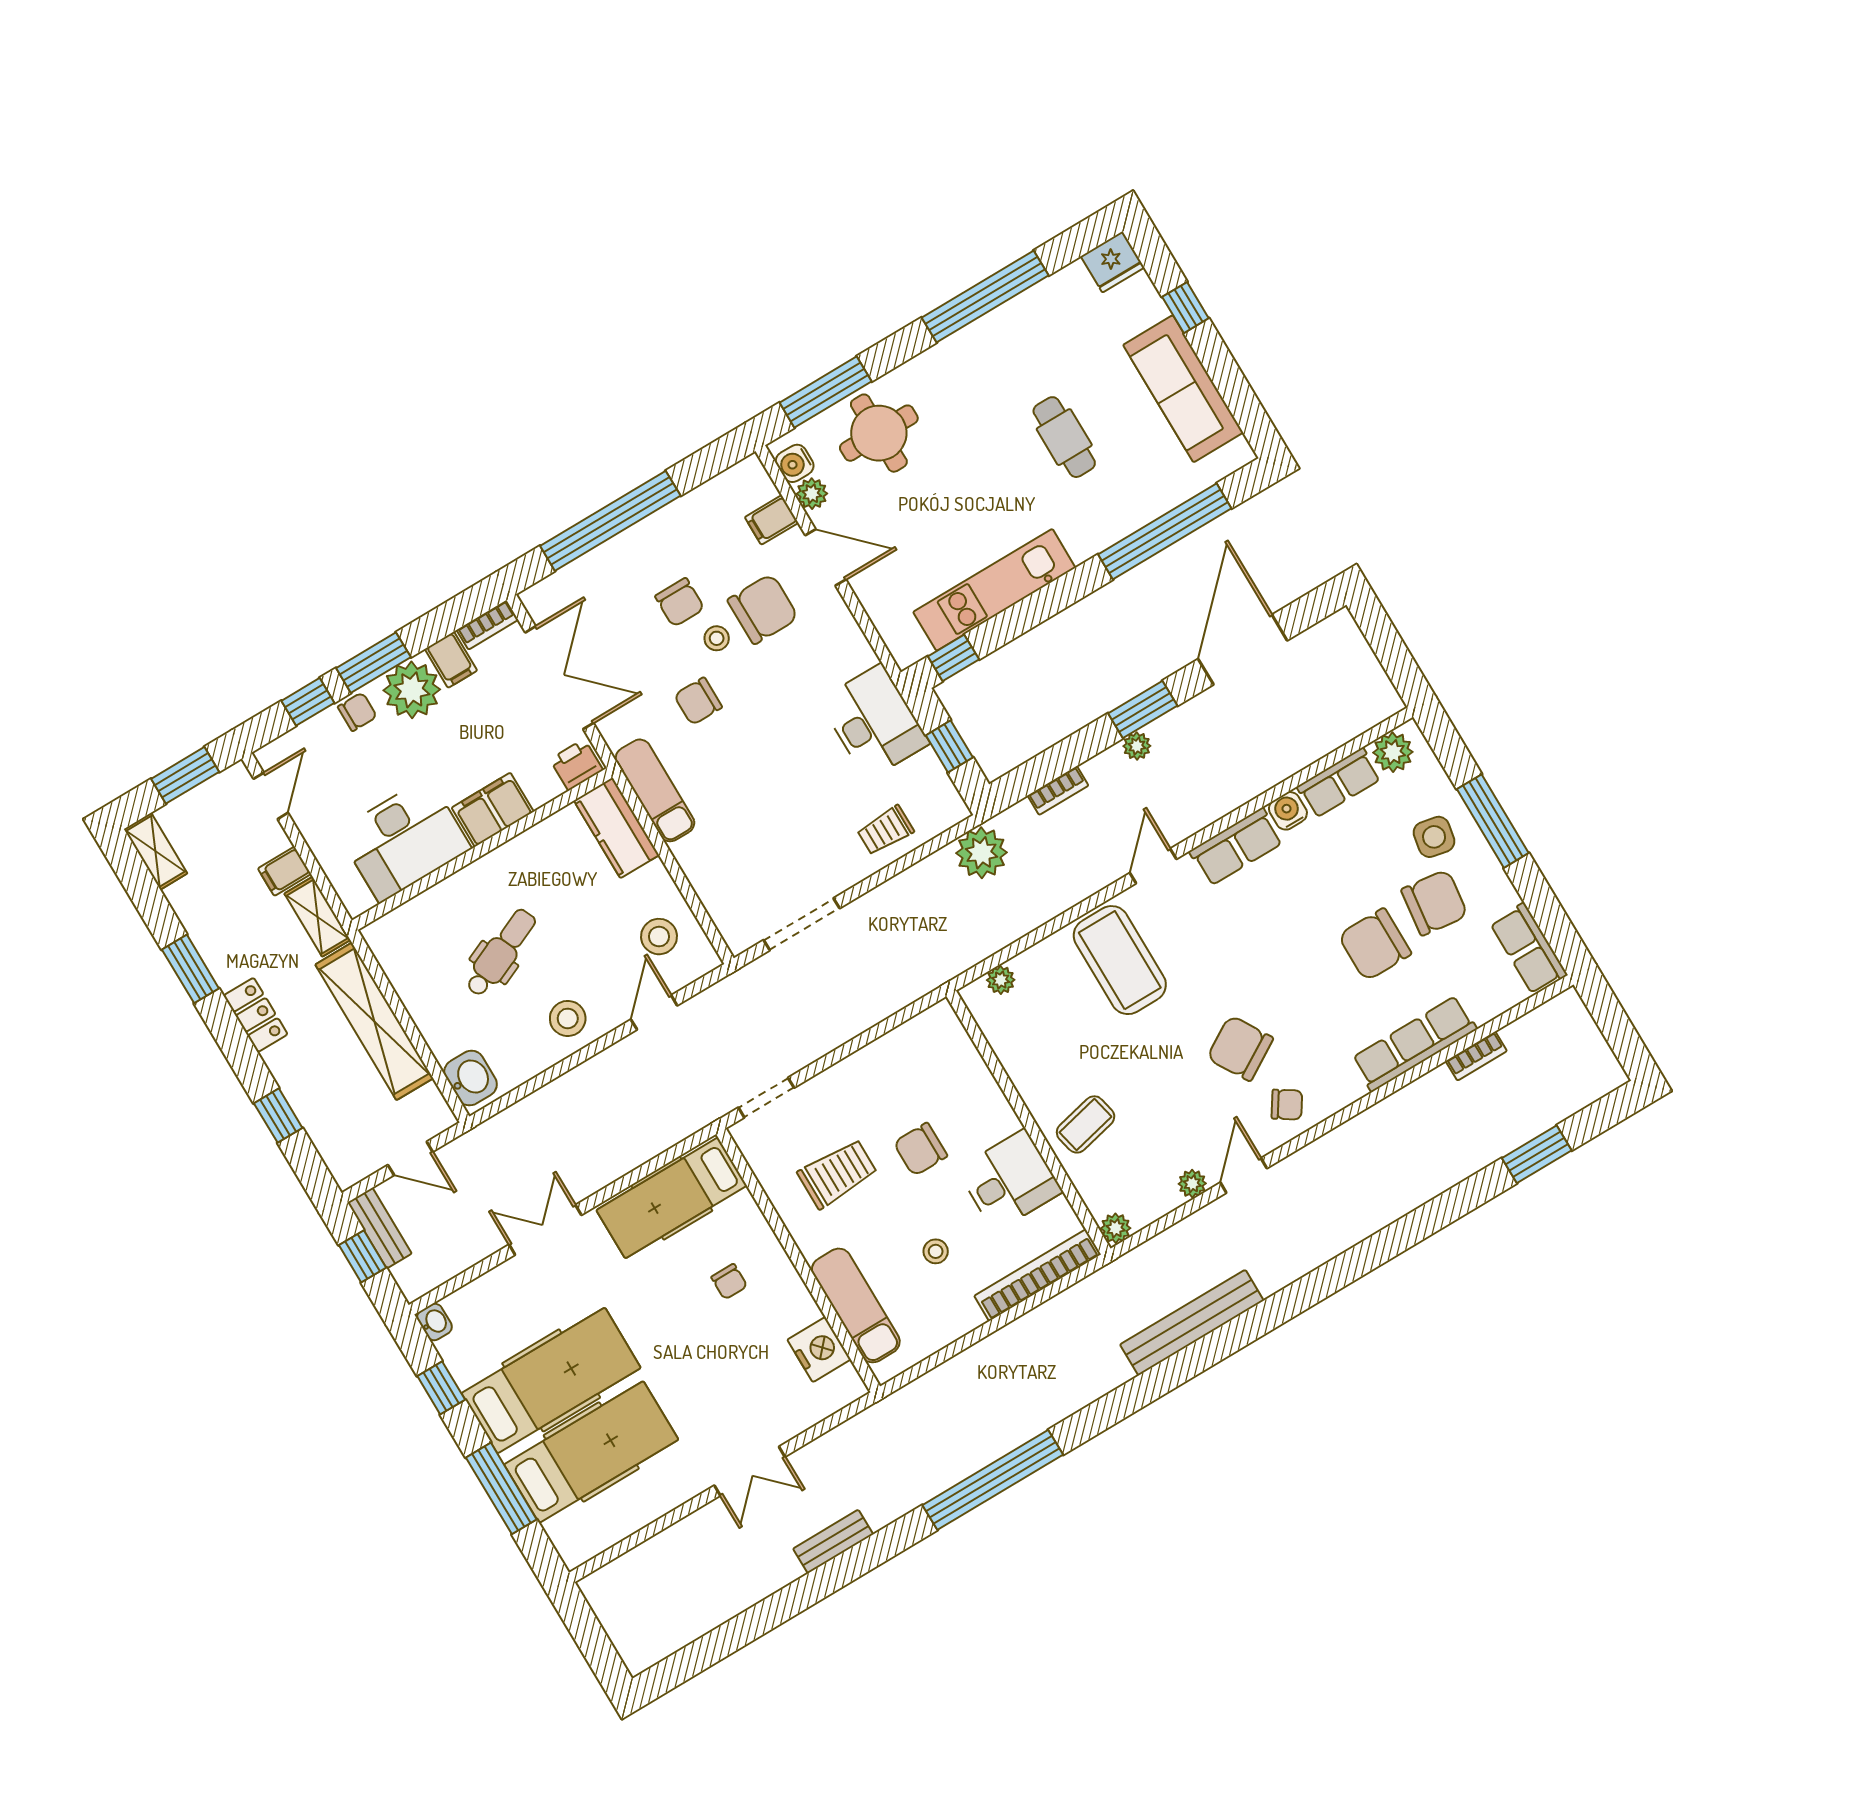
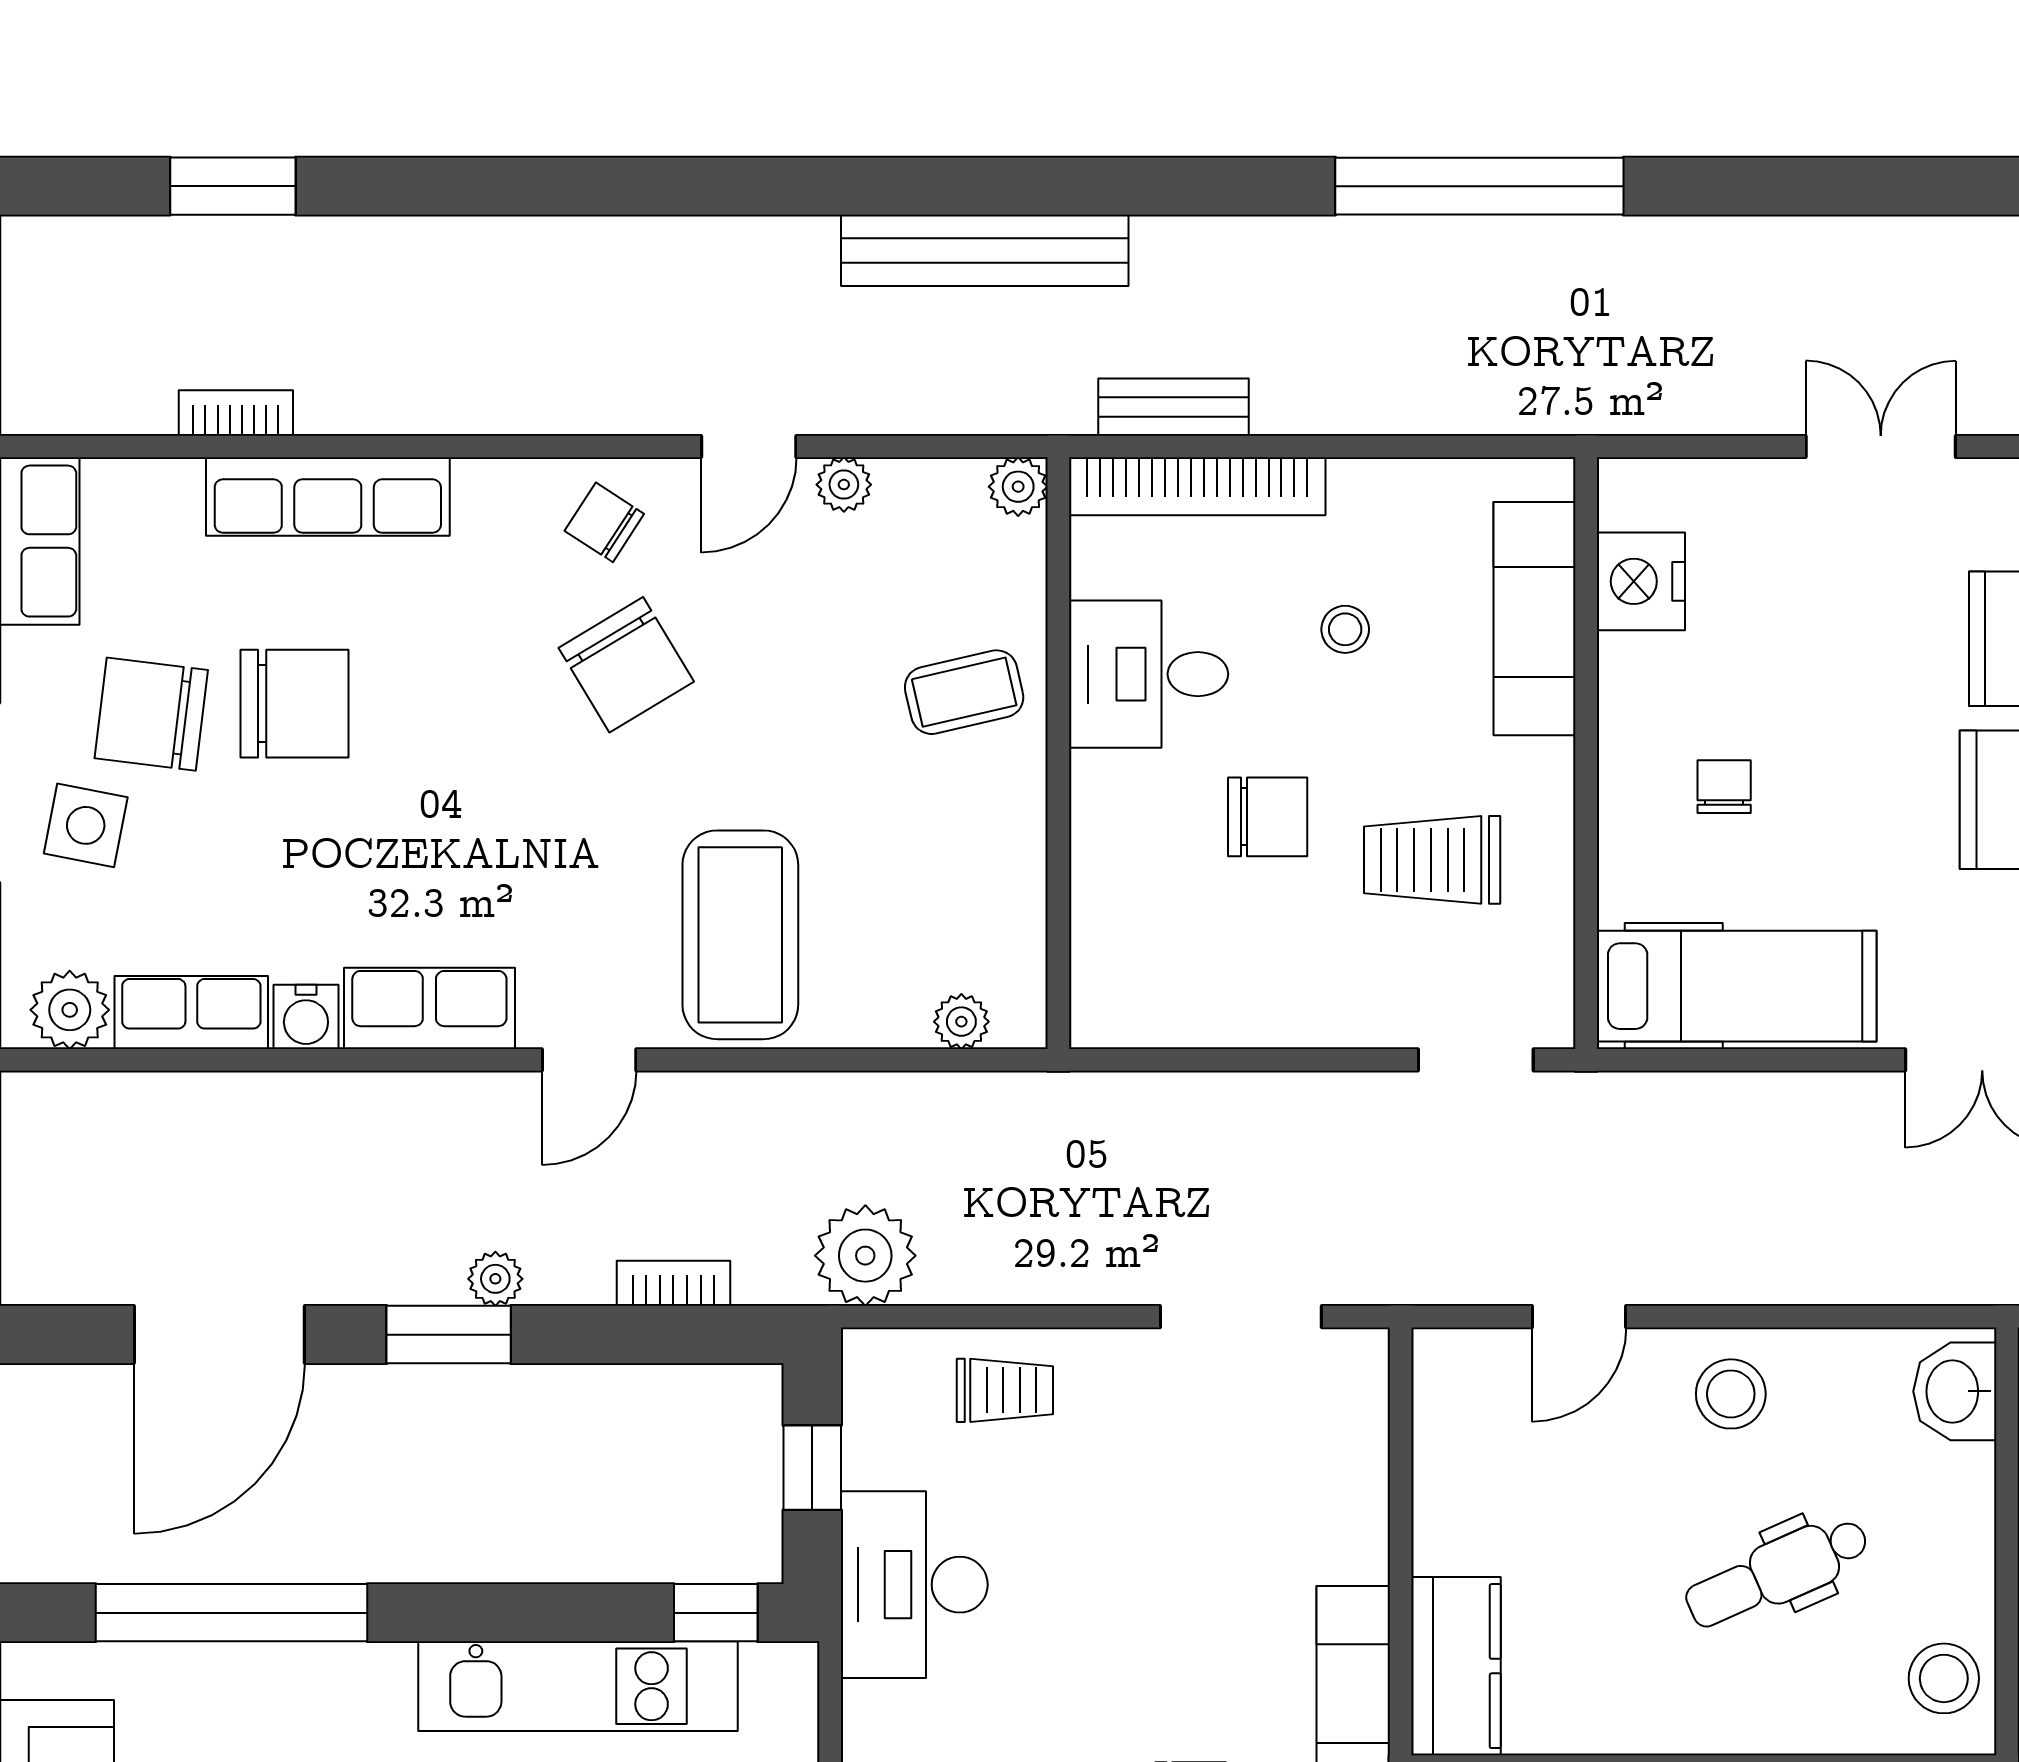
stool: (659, 937) -> (1944, 1678), moved
bench: (833, 1542) -> (1174, 407), moved

